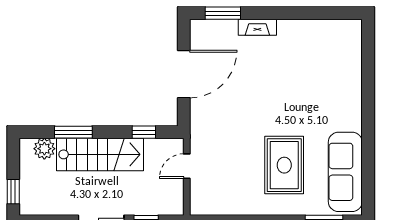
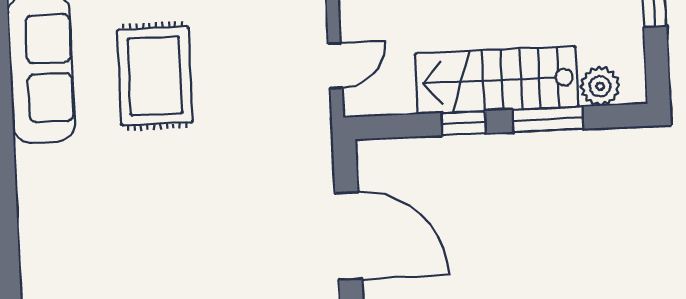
door: (184, 74) -> (348, 236), swing flipped
window: (144, 132) -> (464, 123), moved

